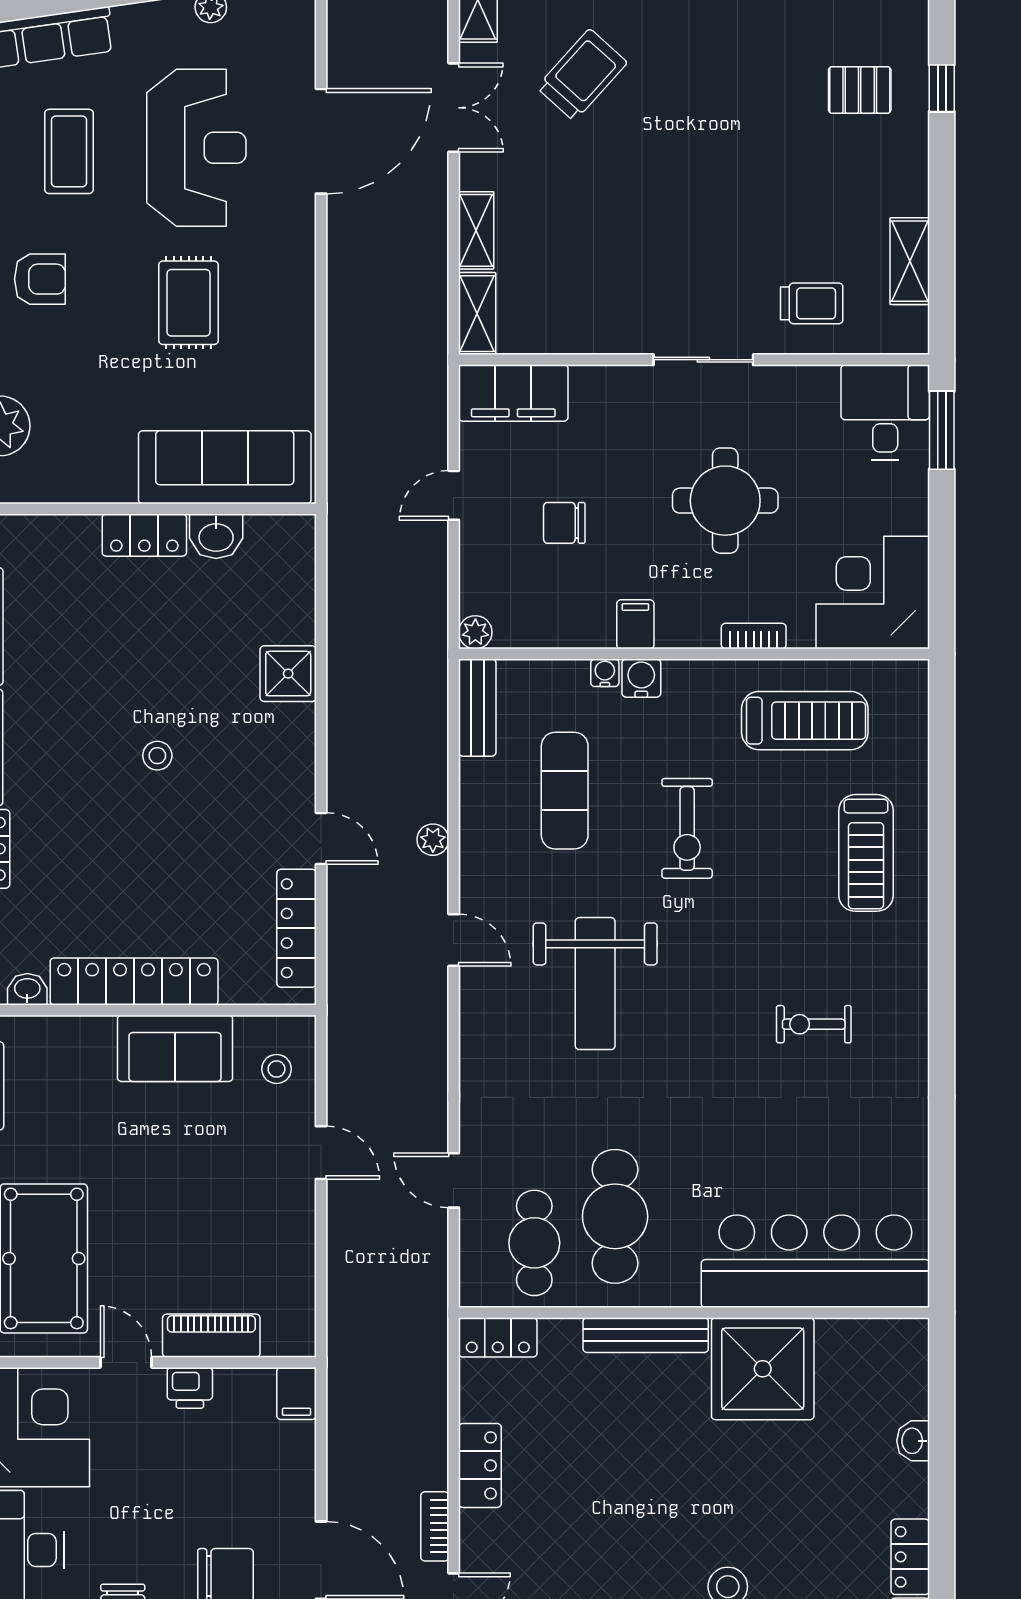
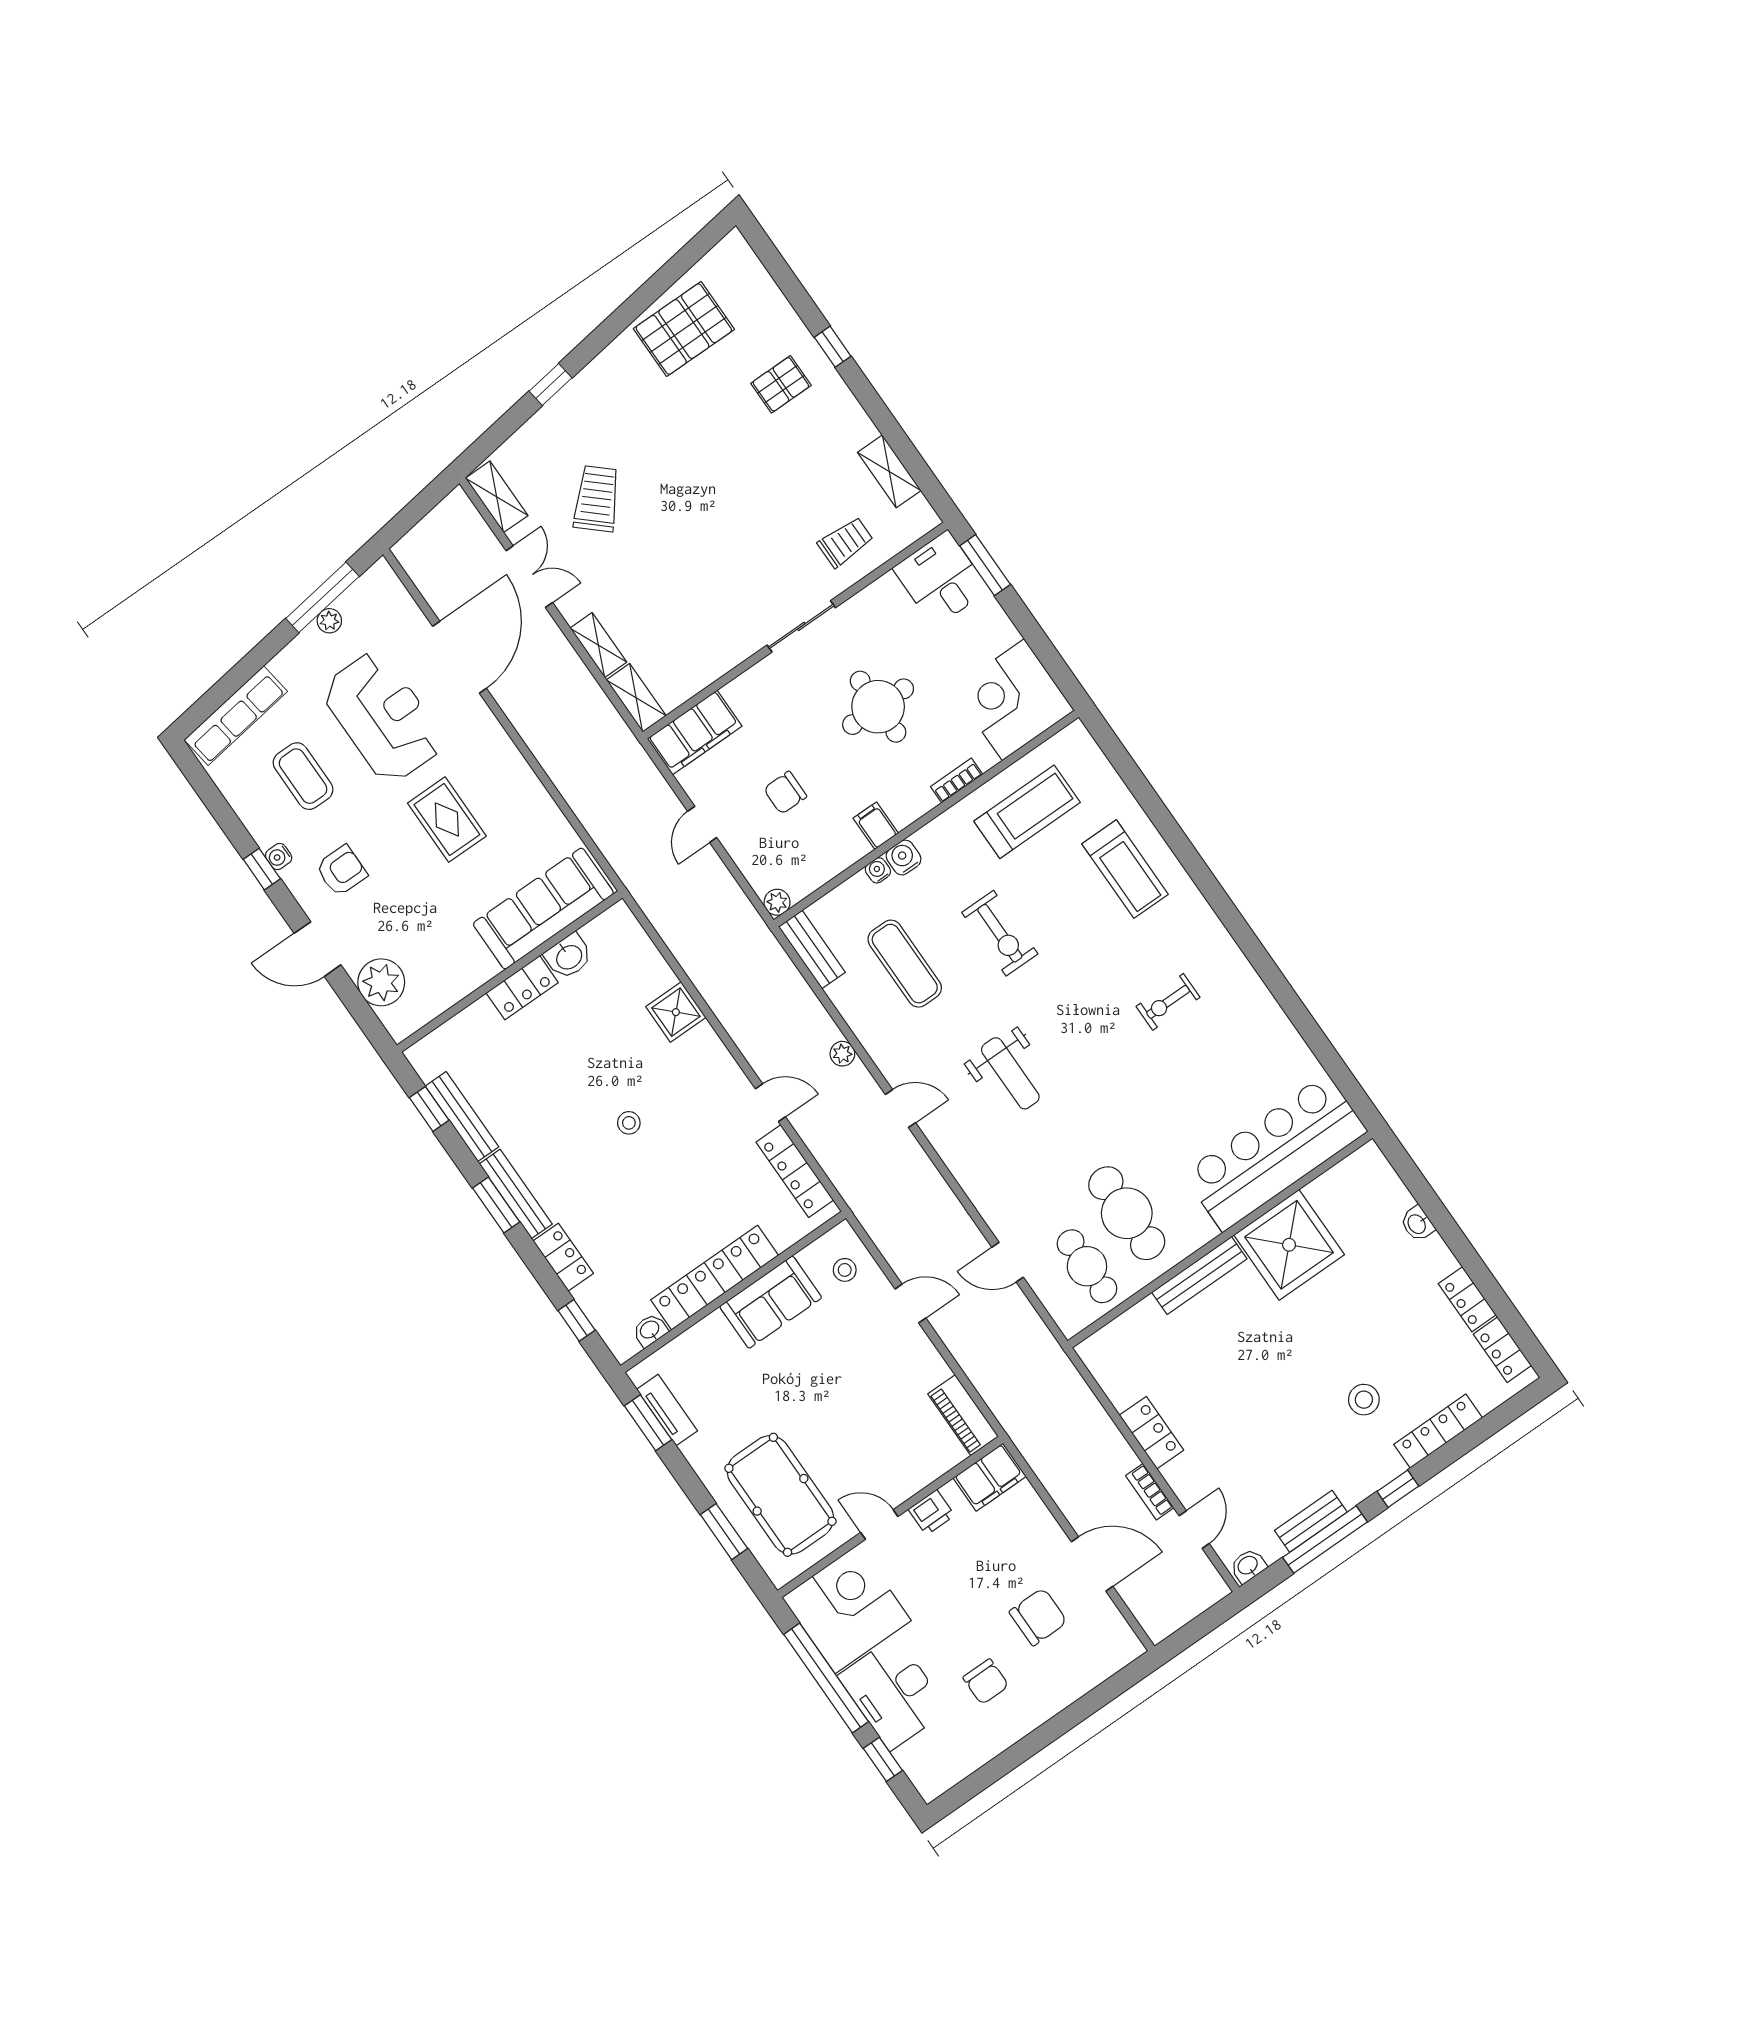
weight bench: (595, 984) -> (1010, 1073), width x0.73, depth x0.75
piano: (211, 1336) -> (963, 1415), moved, turned -90
locker: (498, 1337) -> (1106, 1343), removed
filing cabinet: (296, 1393) -> (990, 1477), width x2.00

